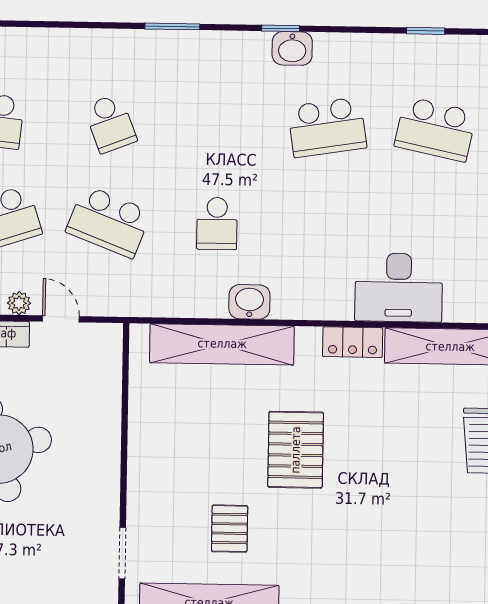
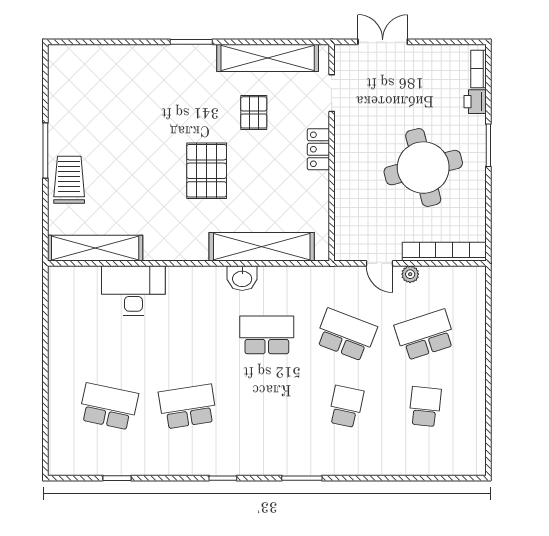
washbasin: (292, 48) -> (214, 464), removed
school desk: (110, 123) -> (346, 407), turned 33
school desk: (217, 224) -> (267, 335), width x1.85
locker: (353, 342) -> (318, 149), moved, turned -90

